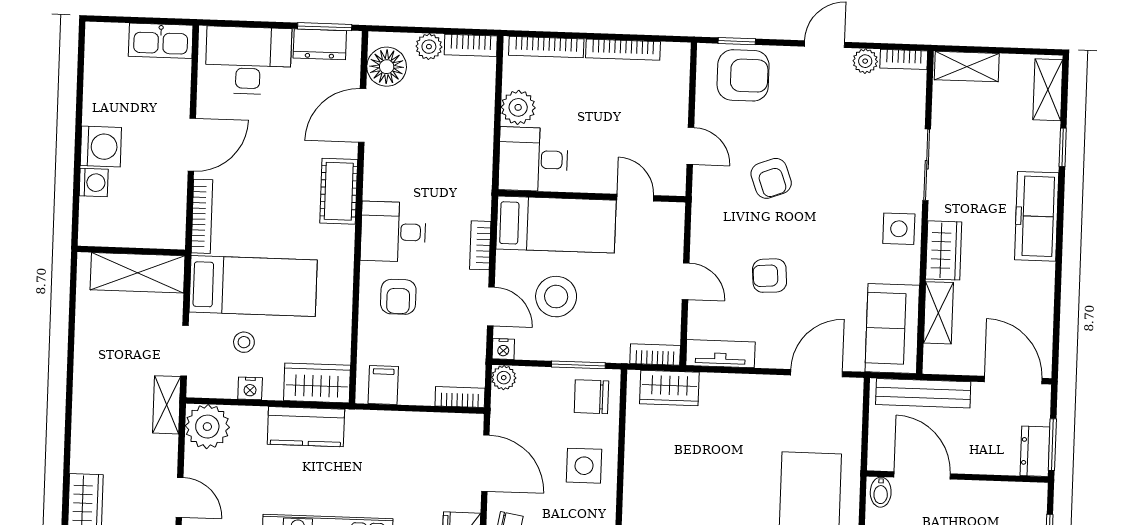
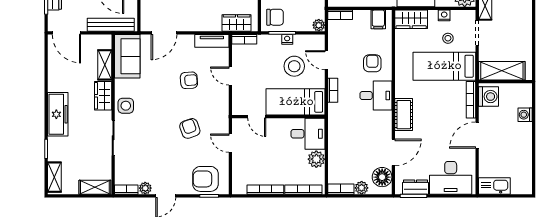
washing machine: (101, 147) -> (489, 97), moved, turned 180
nightstand: (503, 349) -> (287, 39), moved

